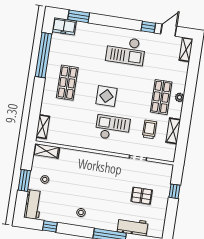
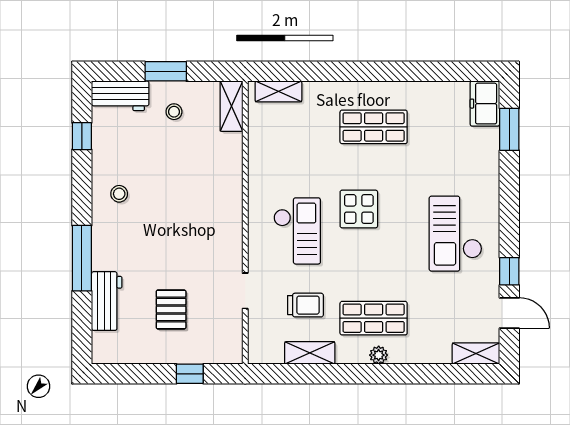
window: (44, 55) -> (421, 71), removed

